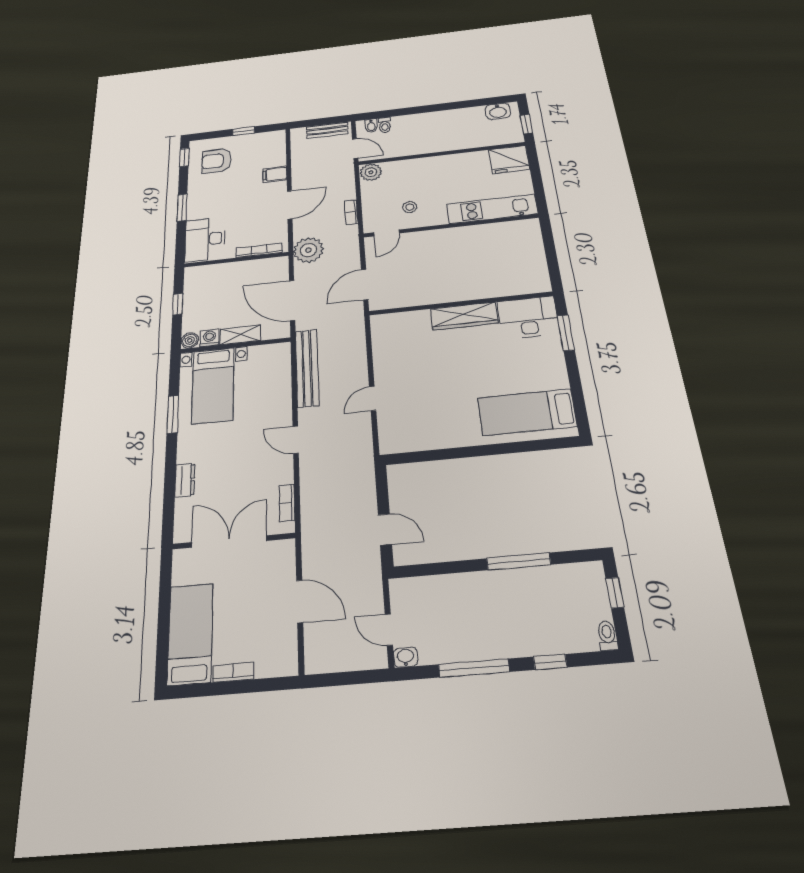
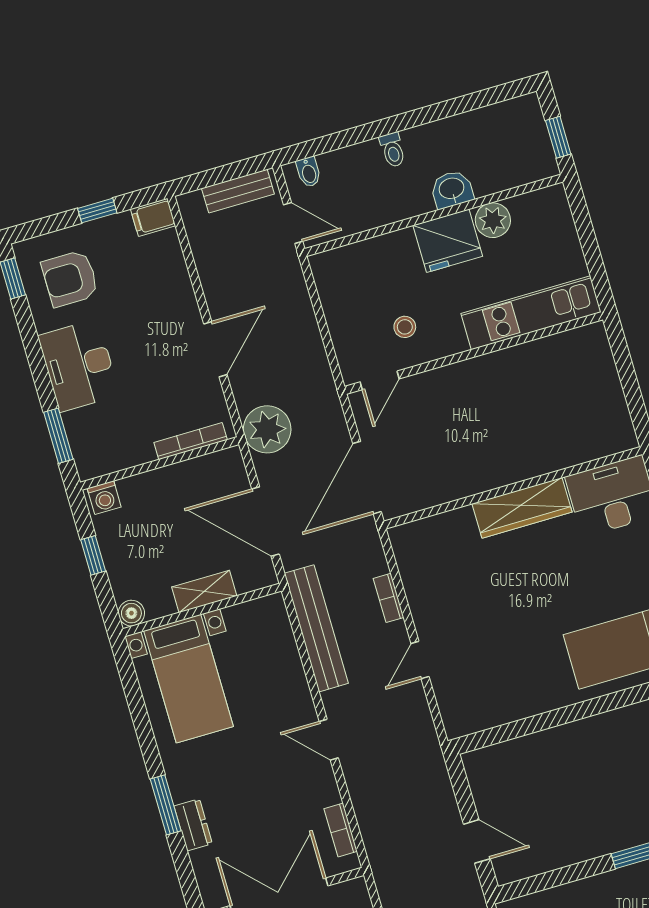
washbasin: (498, 111) -> (452, 189), moved, turned 180
toilet: (385, 125) -> (392, 150), moved
fridge: (509, 160) -> (448, 241), moved
plant: (371, 172) -> (493, 220), moved
filing cabinet: (275, 174) -> (153, 217), moved
window: (182, 208) -> (58, 436), moved
bookcase: (351, 212) -> (389, 598), moved
desk: (205, 239) -> (79, 366), moved
door: (365, 285) -> (367, 478), width x1.36
washing machine: (209, 338) -> (104, 498), moved, turned 180
window: (173, 414) -> (166, 805), moved

